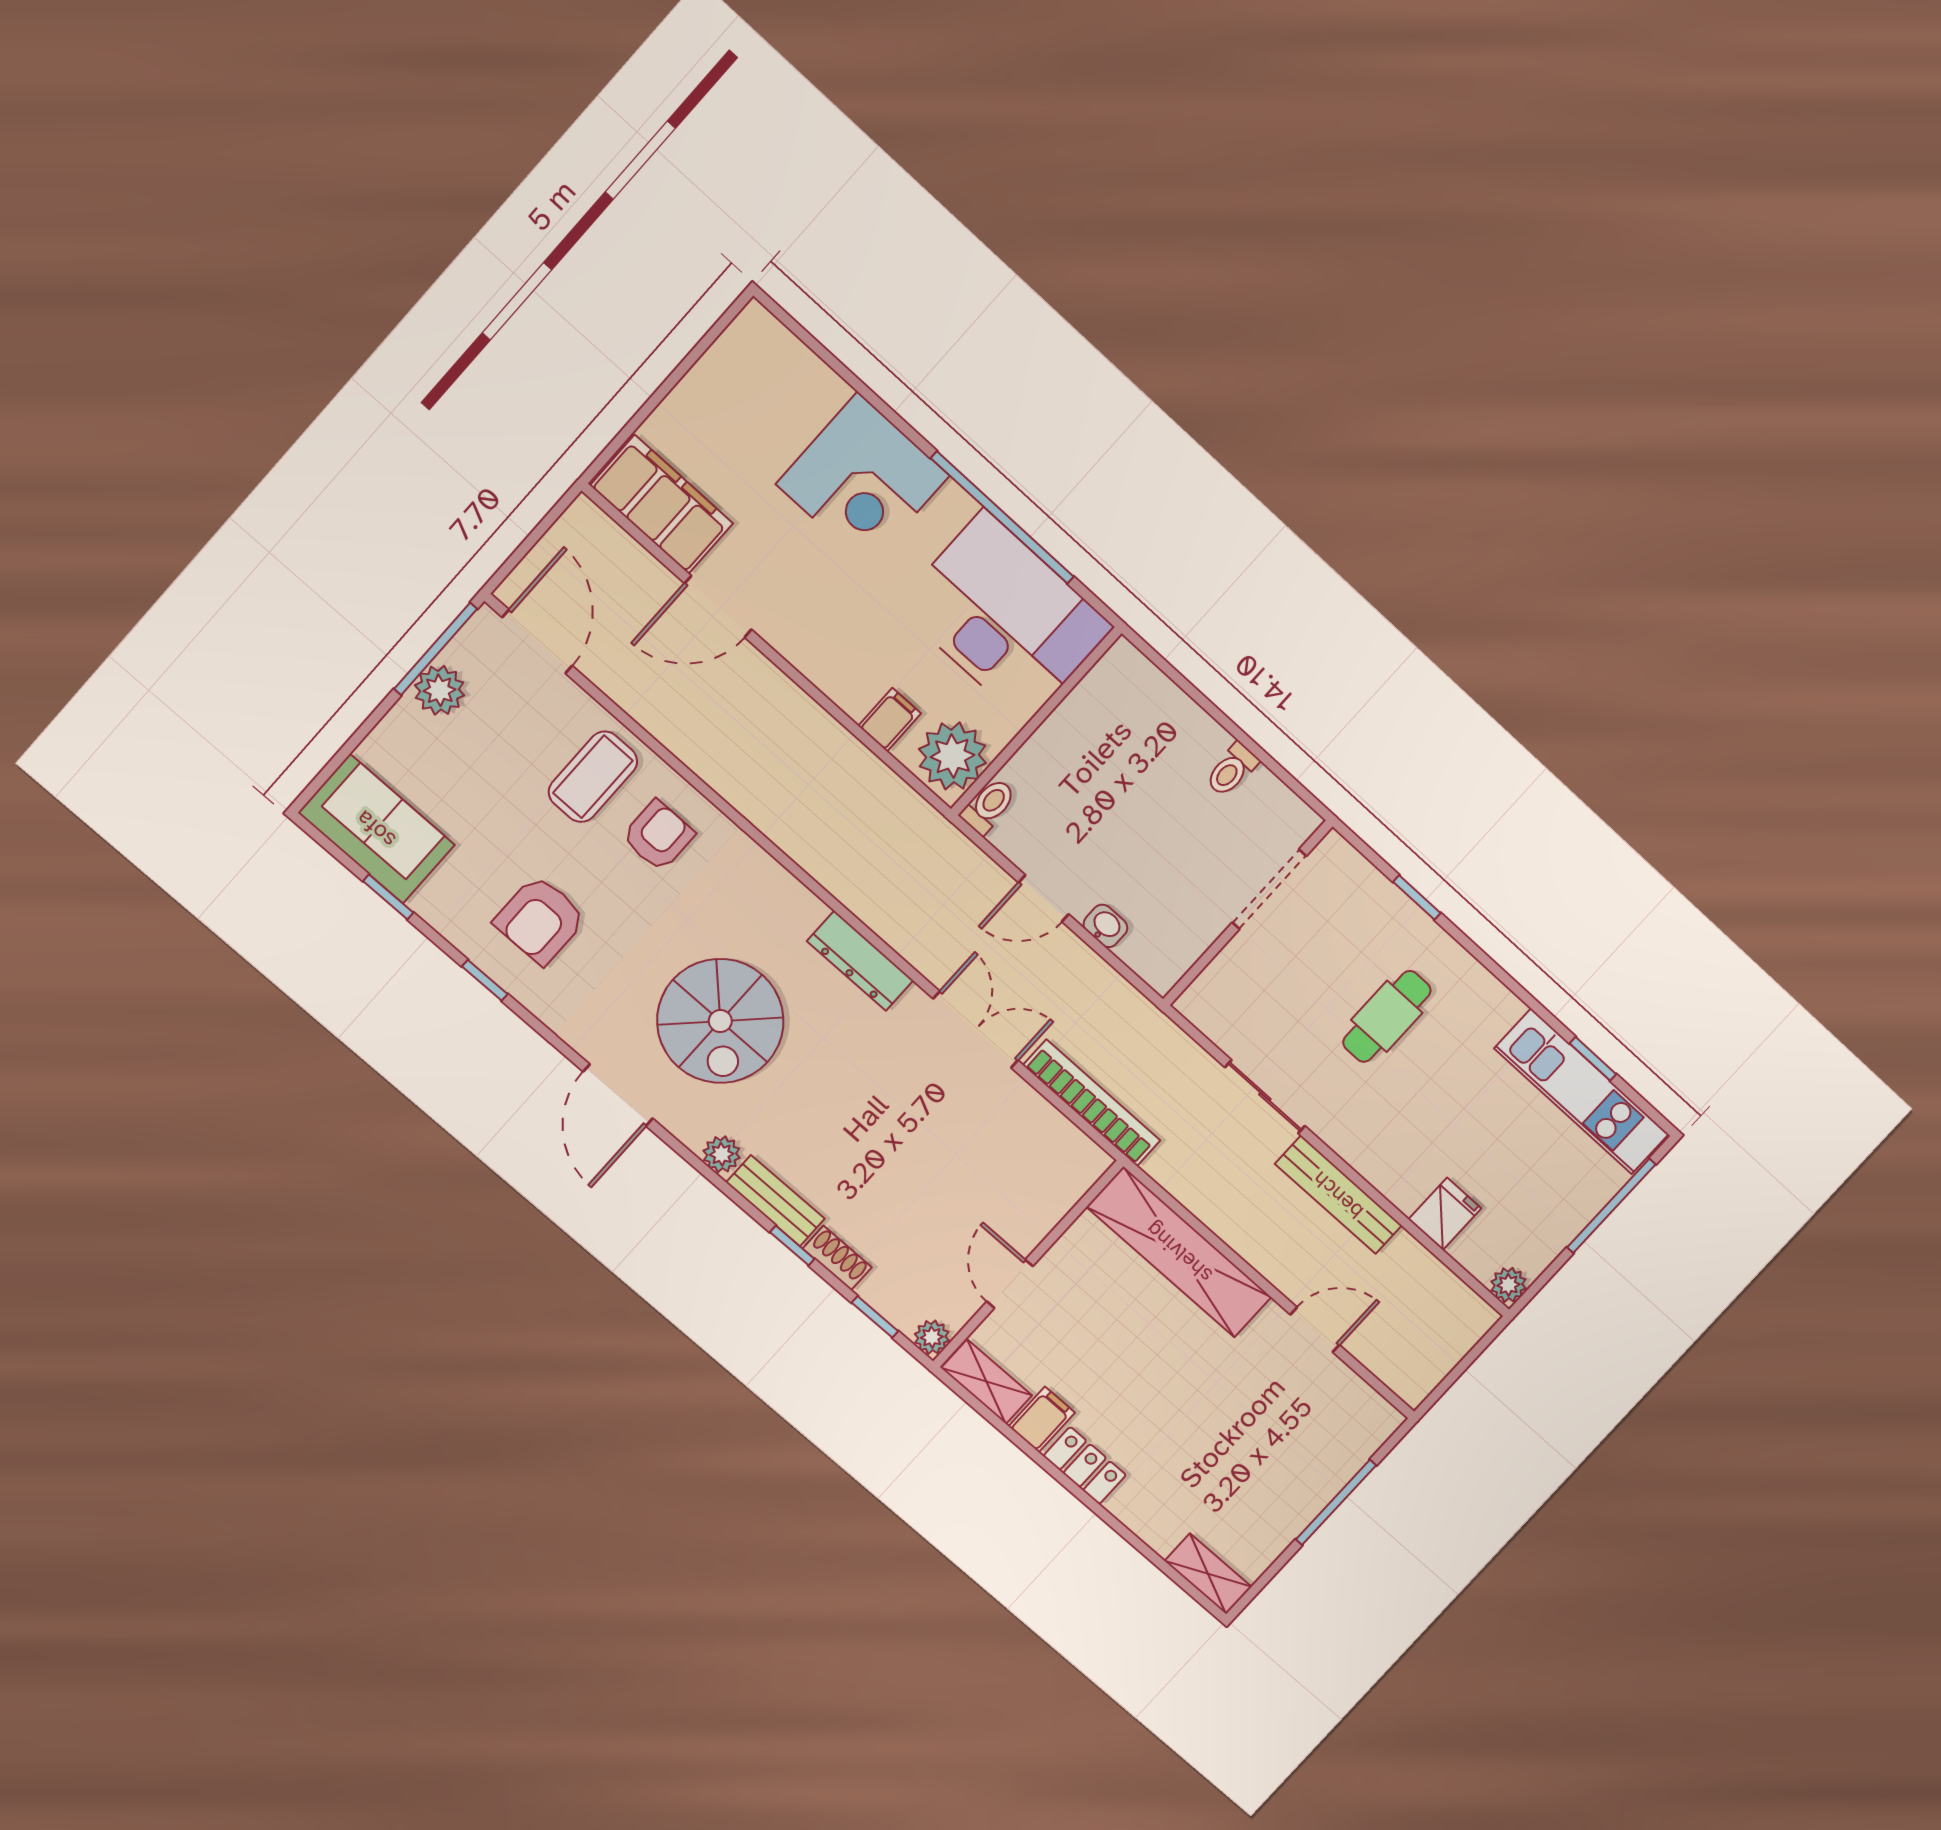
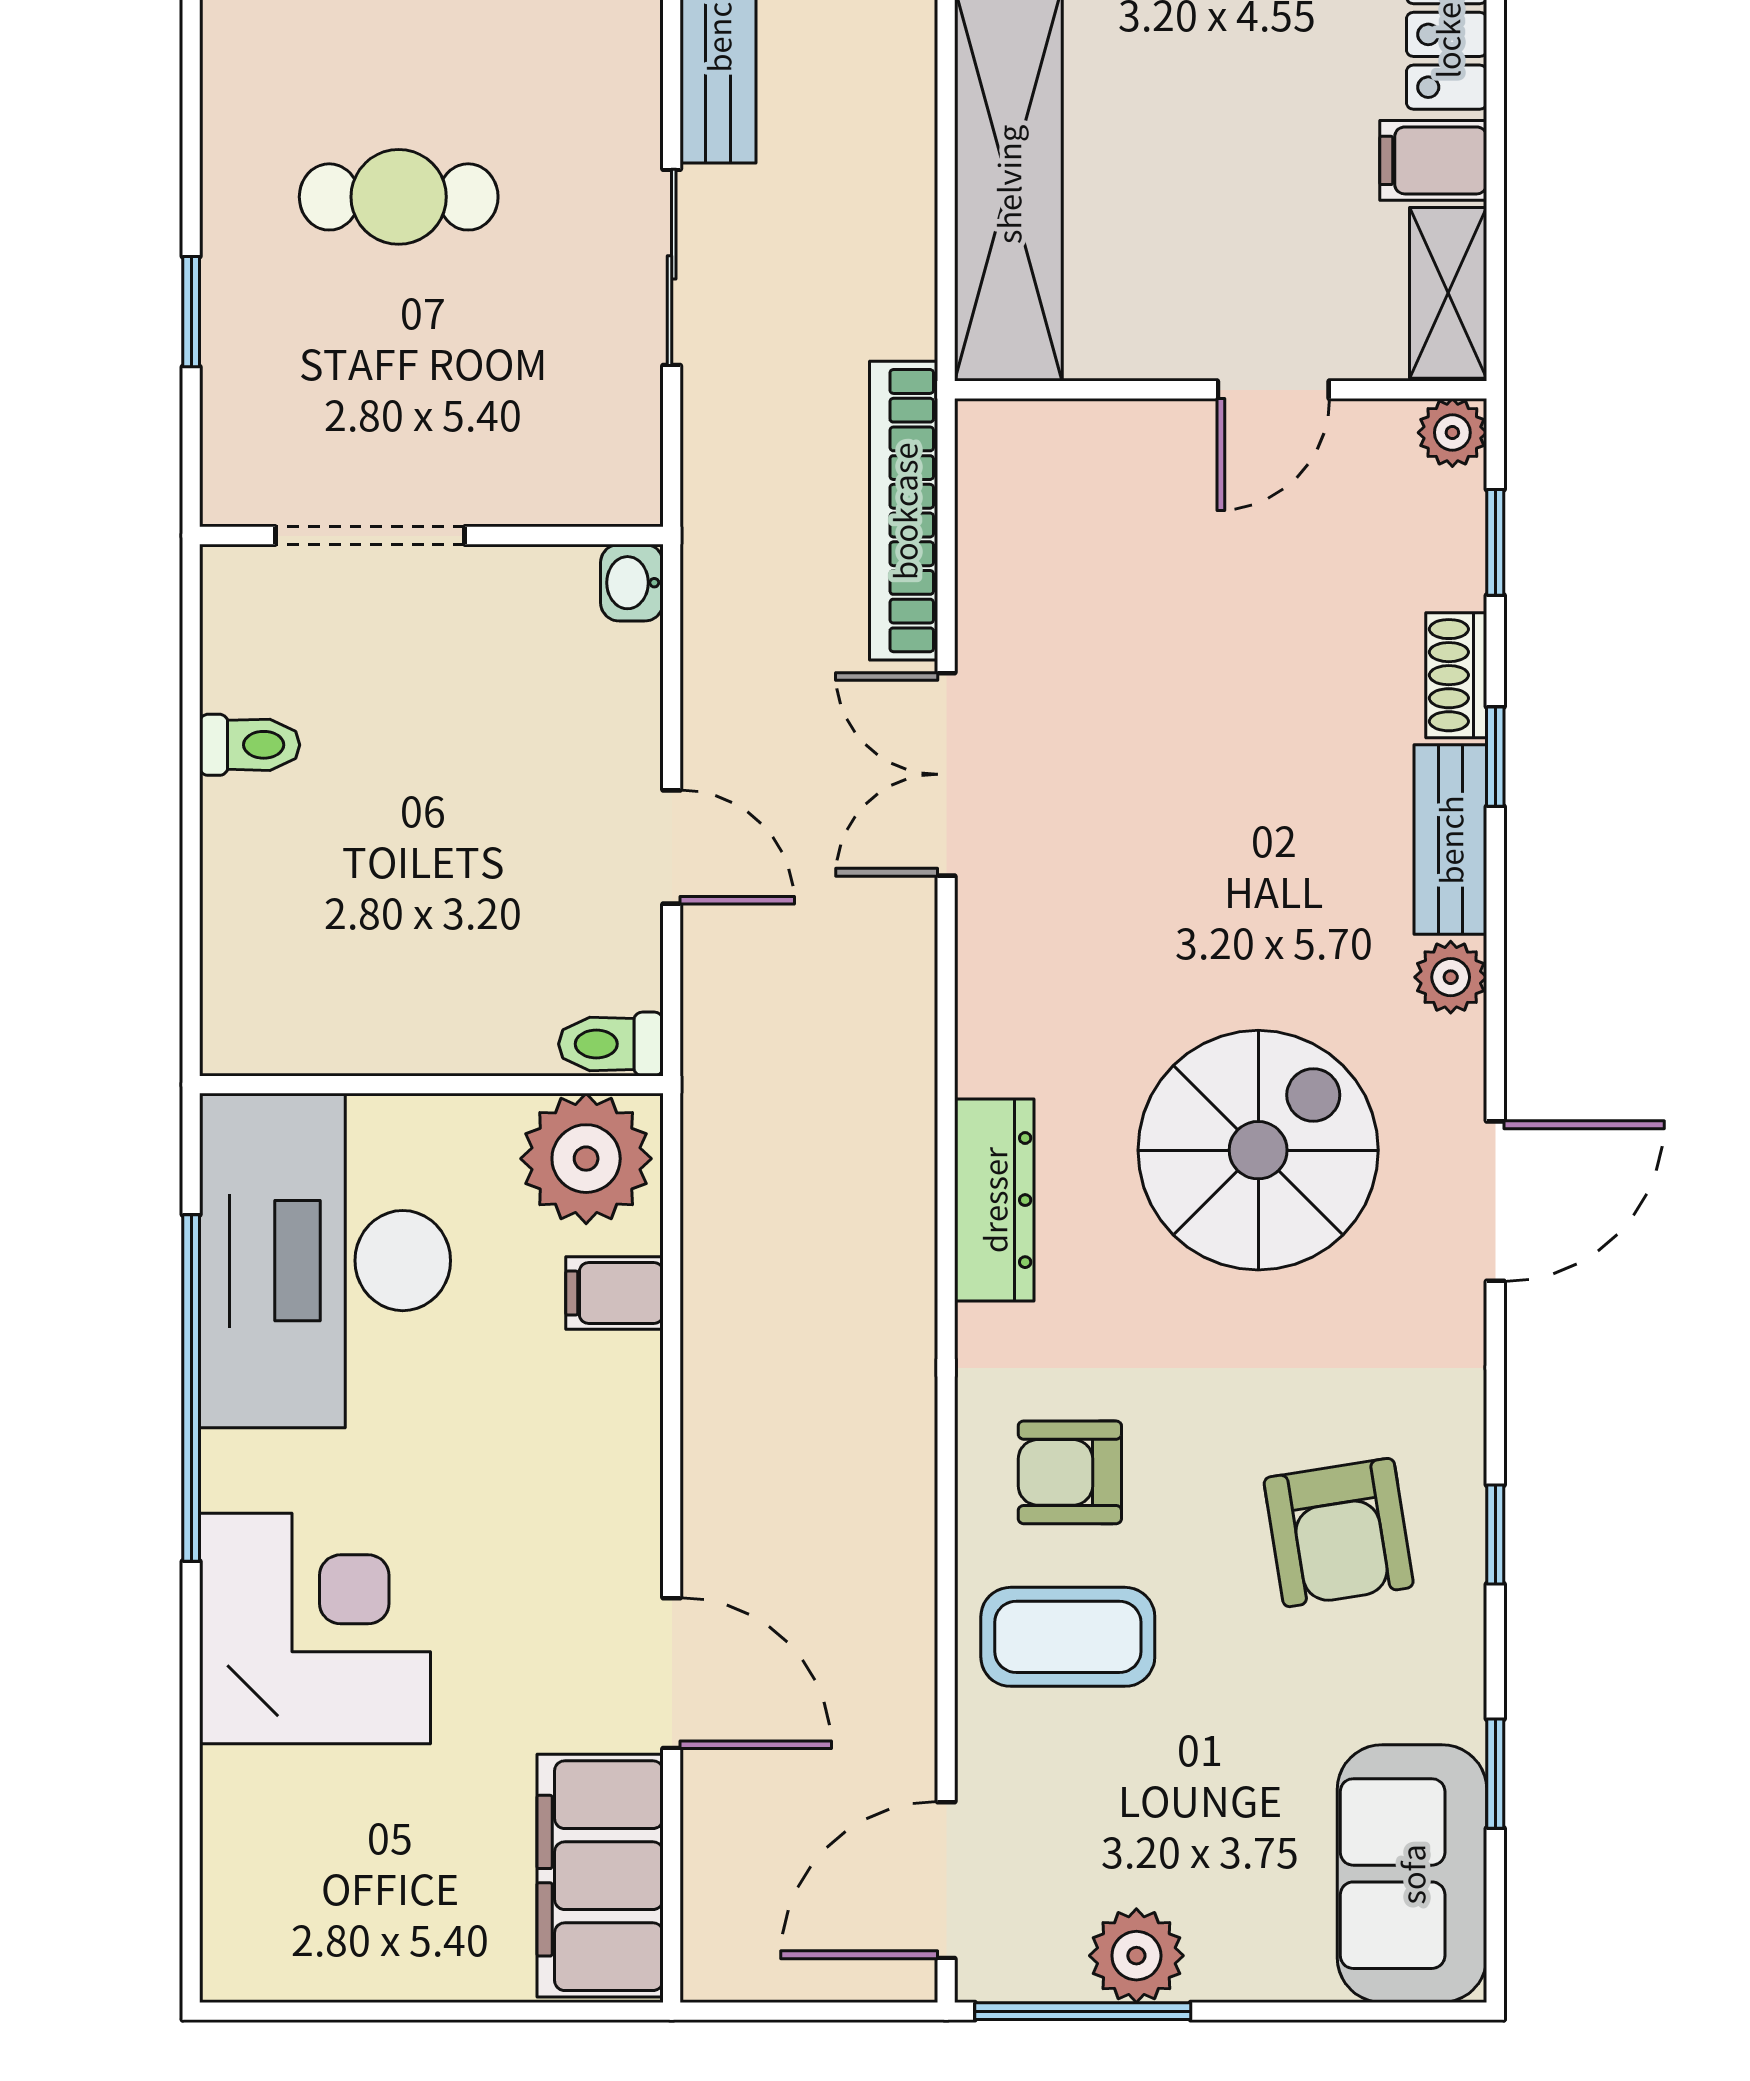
armchair: (540, 920) -> (1339, 1533), turned 81
washbasin: (1105, 926) -> (632, 583), moved
dresser: (860, 961) -> (994, 1200), moved

